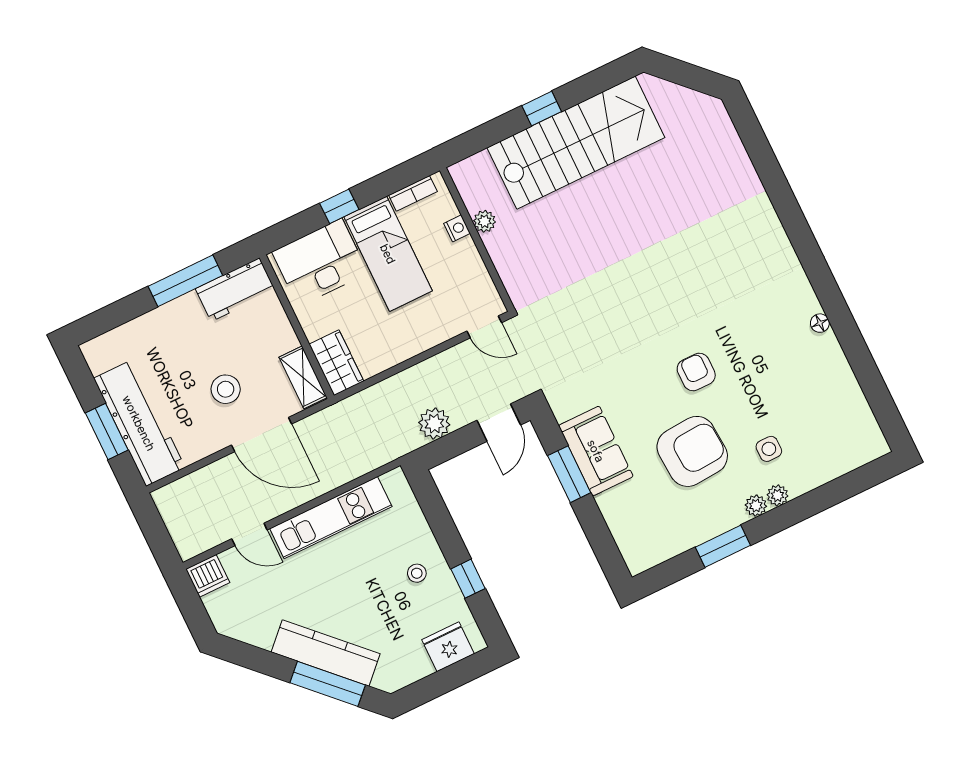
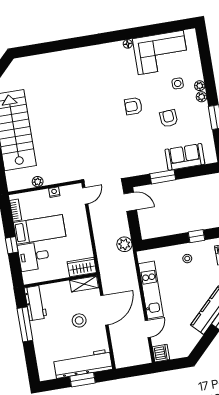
nightstand: (457, 228) -> (54, 192), moved
desk: (320, 262) -> (34, 256), width x0.73
corner sofa: (822, 396) -> (161, 53), added
plant: (434, 424) -> (124, 244), moved
sofa: (596, 451) -> (185, 157), moved
armchair: (692, 451) -> (169, 118), width x0.53, depth x0.53

